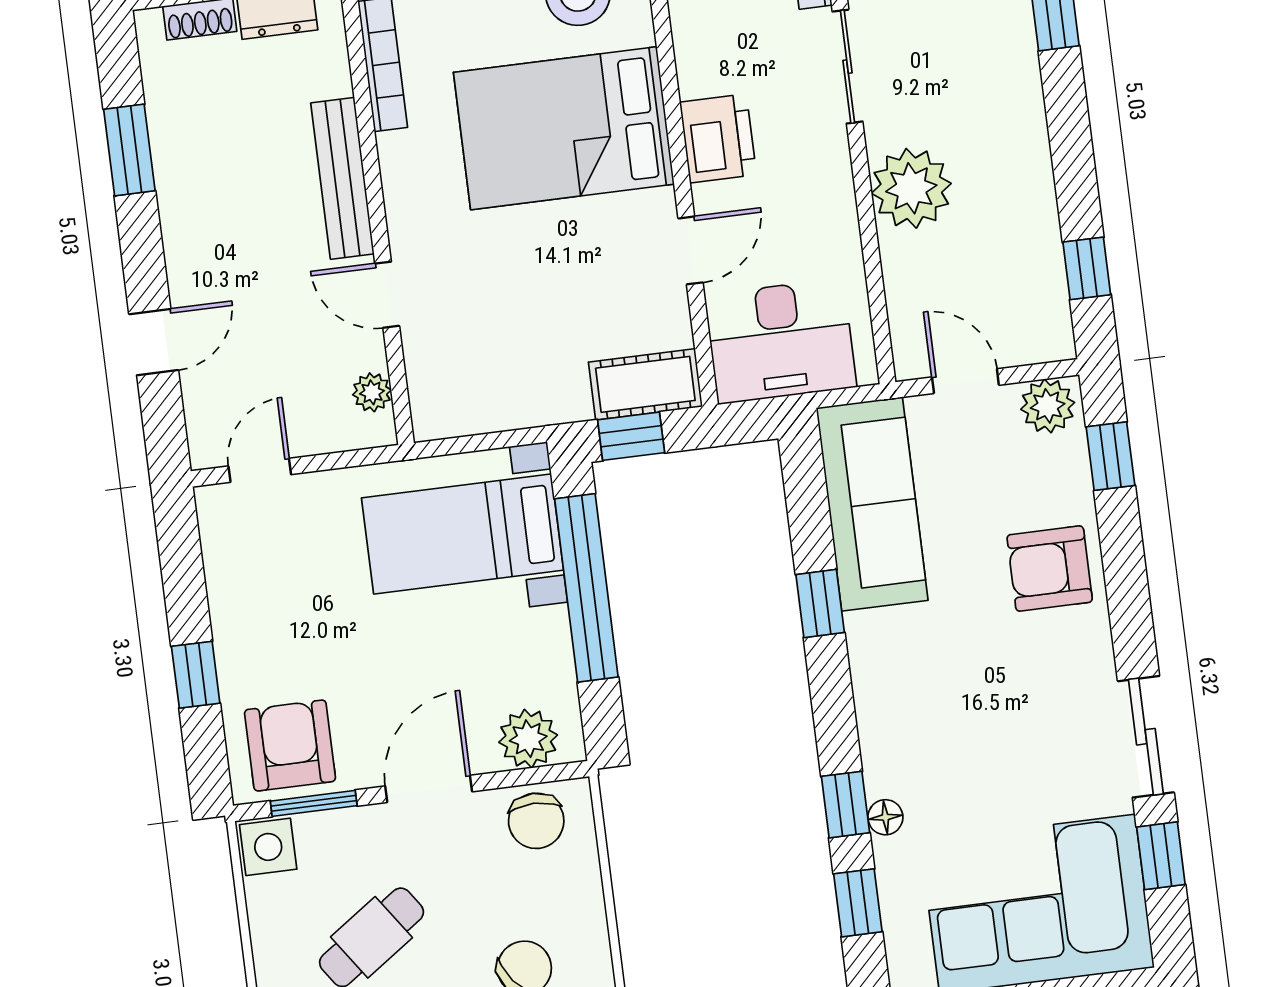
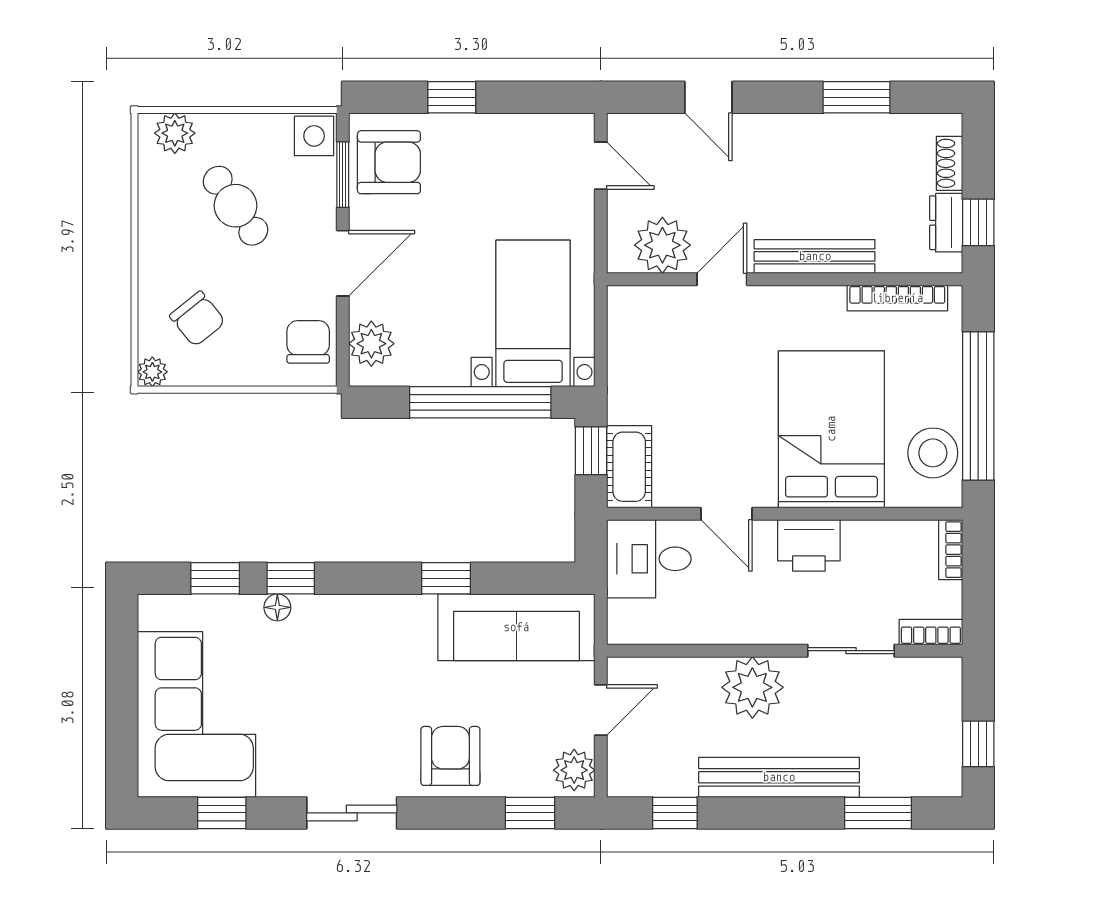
bench: (1024, 139) -> (779, 777), added
desk: (780, 341) -> (649, 559), width x0.73
plant: (372, 392) -> (662, 245), width x1.88, depth x1.88
sliding door: (1146, 737) -> (352, 813), moved
door: (429, 789) -> (343, 263), hinge flipped
chair: (536, 821) -> (308, 342), turned 90

